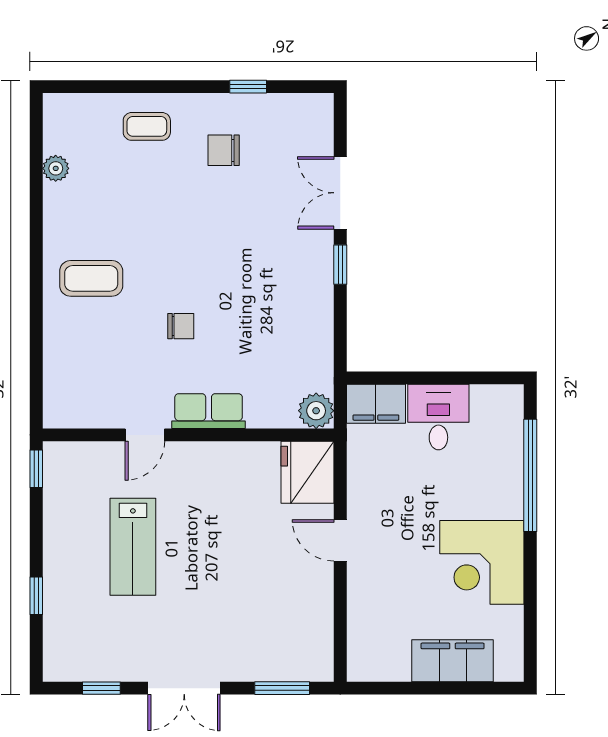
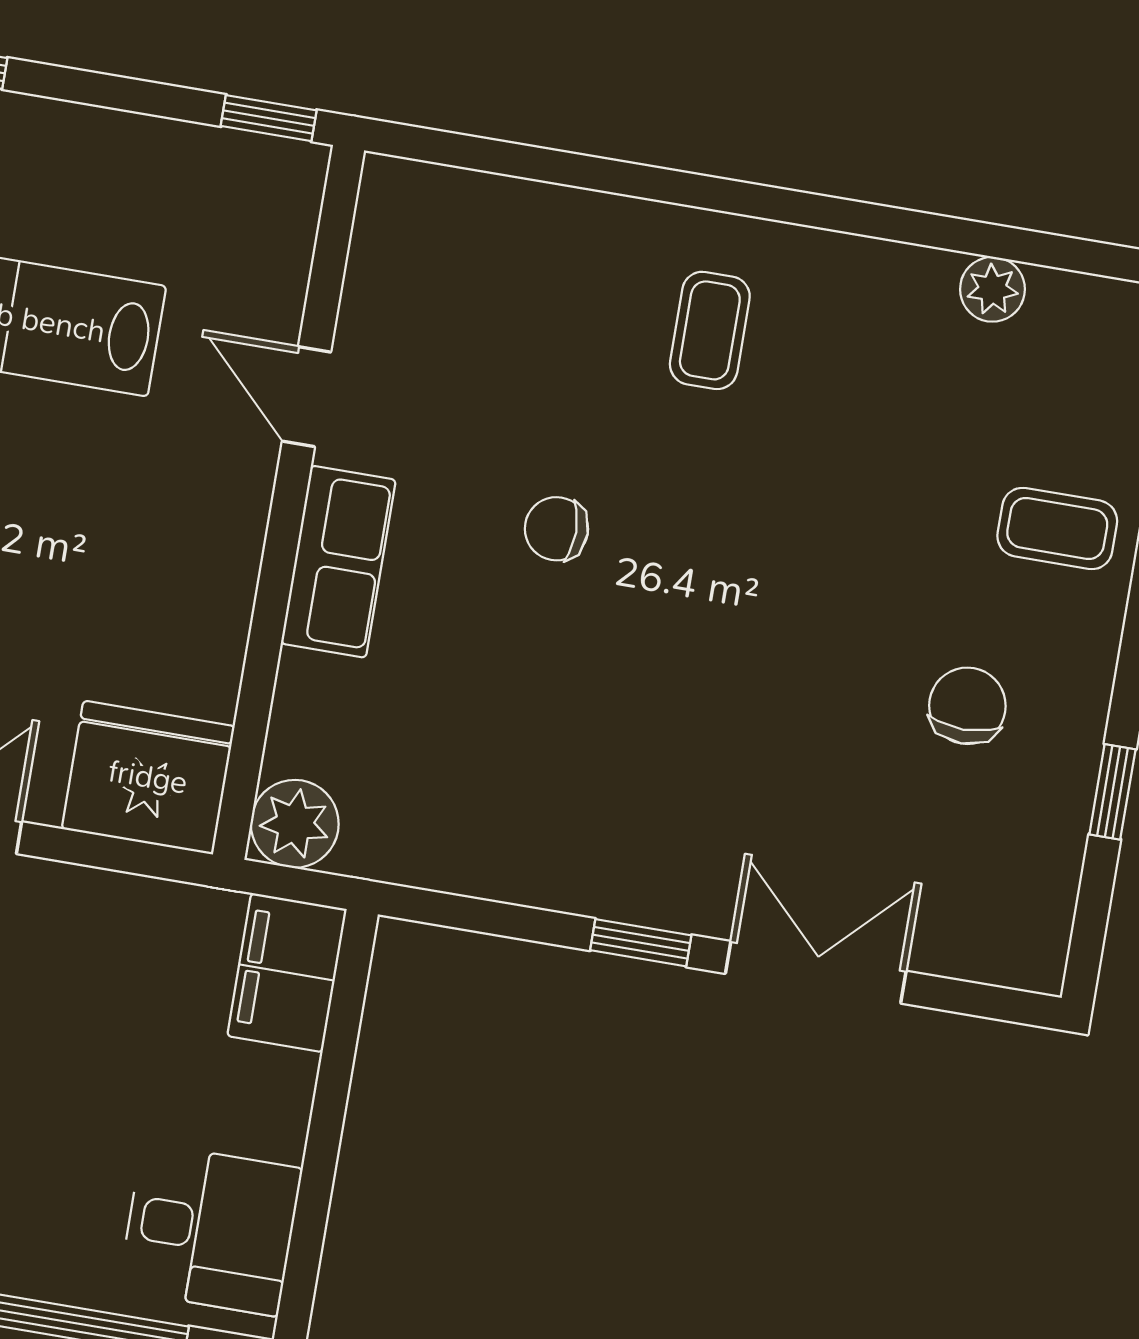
coffee table: (147, 126) -> (1057, 528), turned 90
coffee table: (91, 278) -> (710, 330), width x0.73, depth x0.77
chair: (181, 326) -> (556, 529), turned 90
desk: (438, 417) -> (210, 1229), moved

